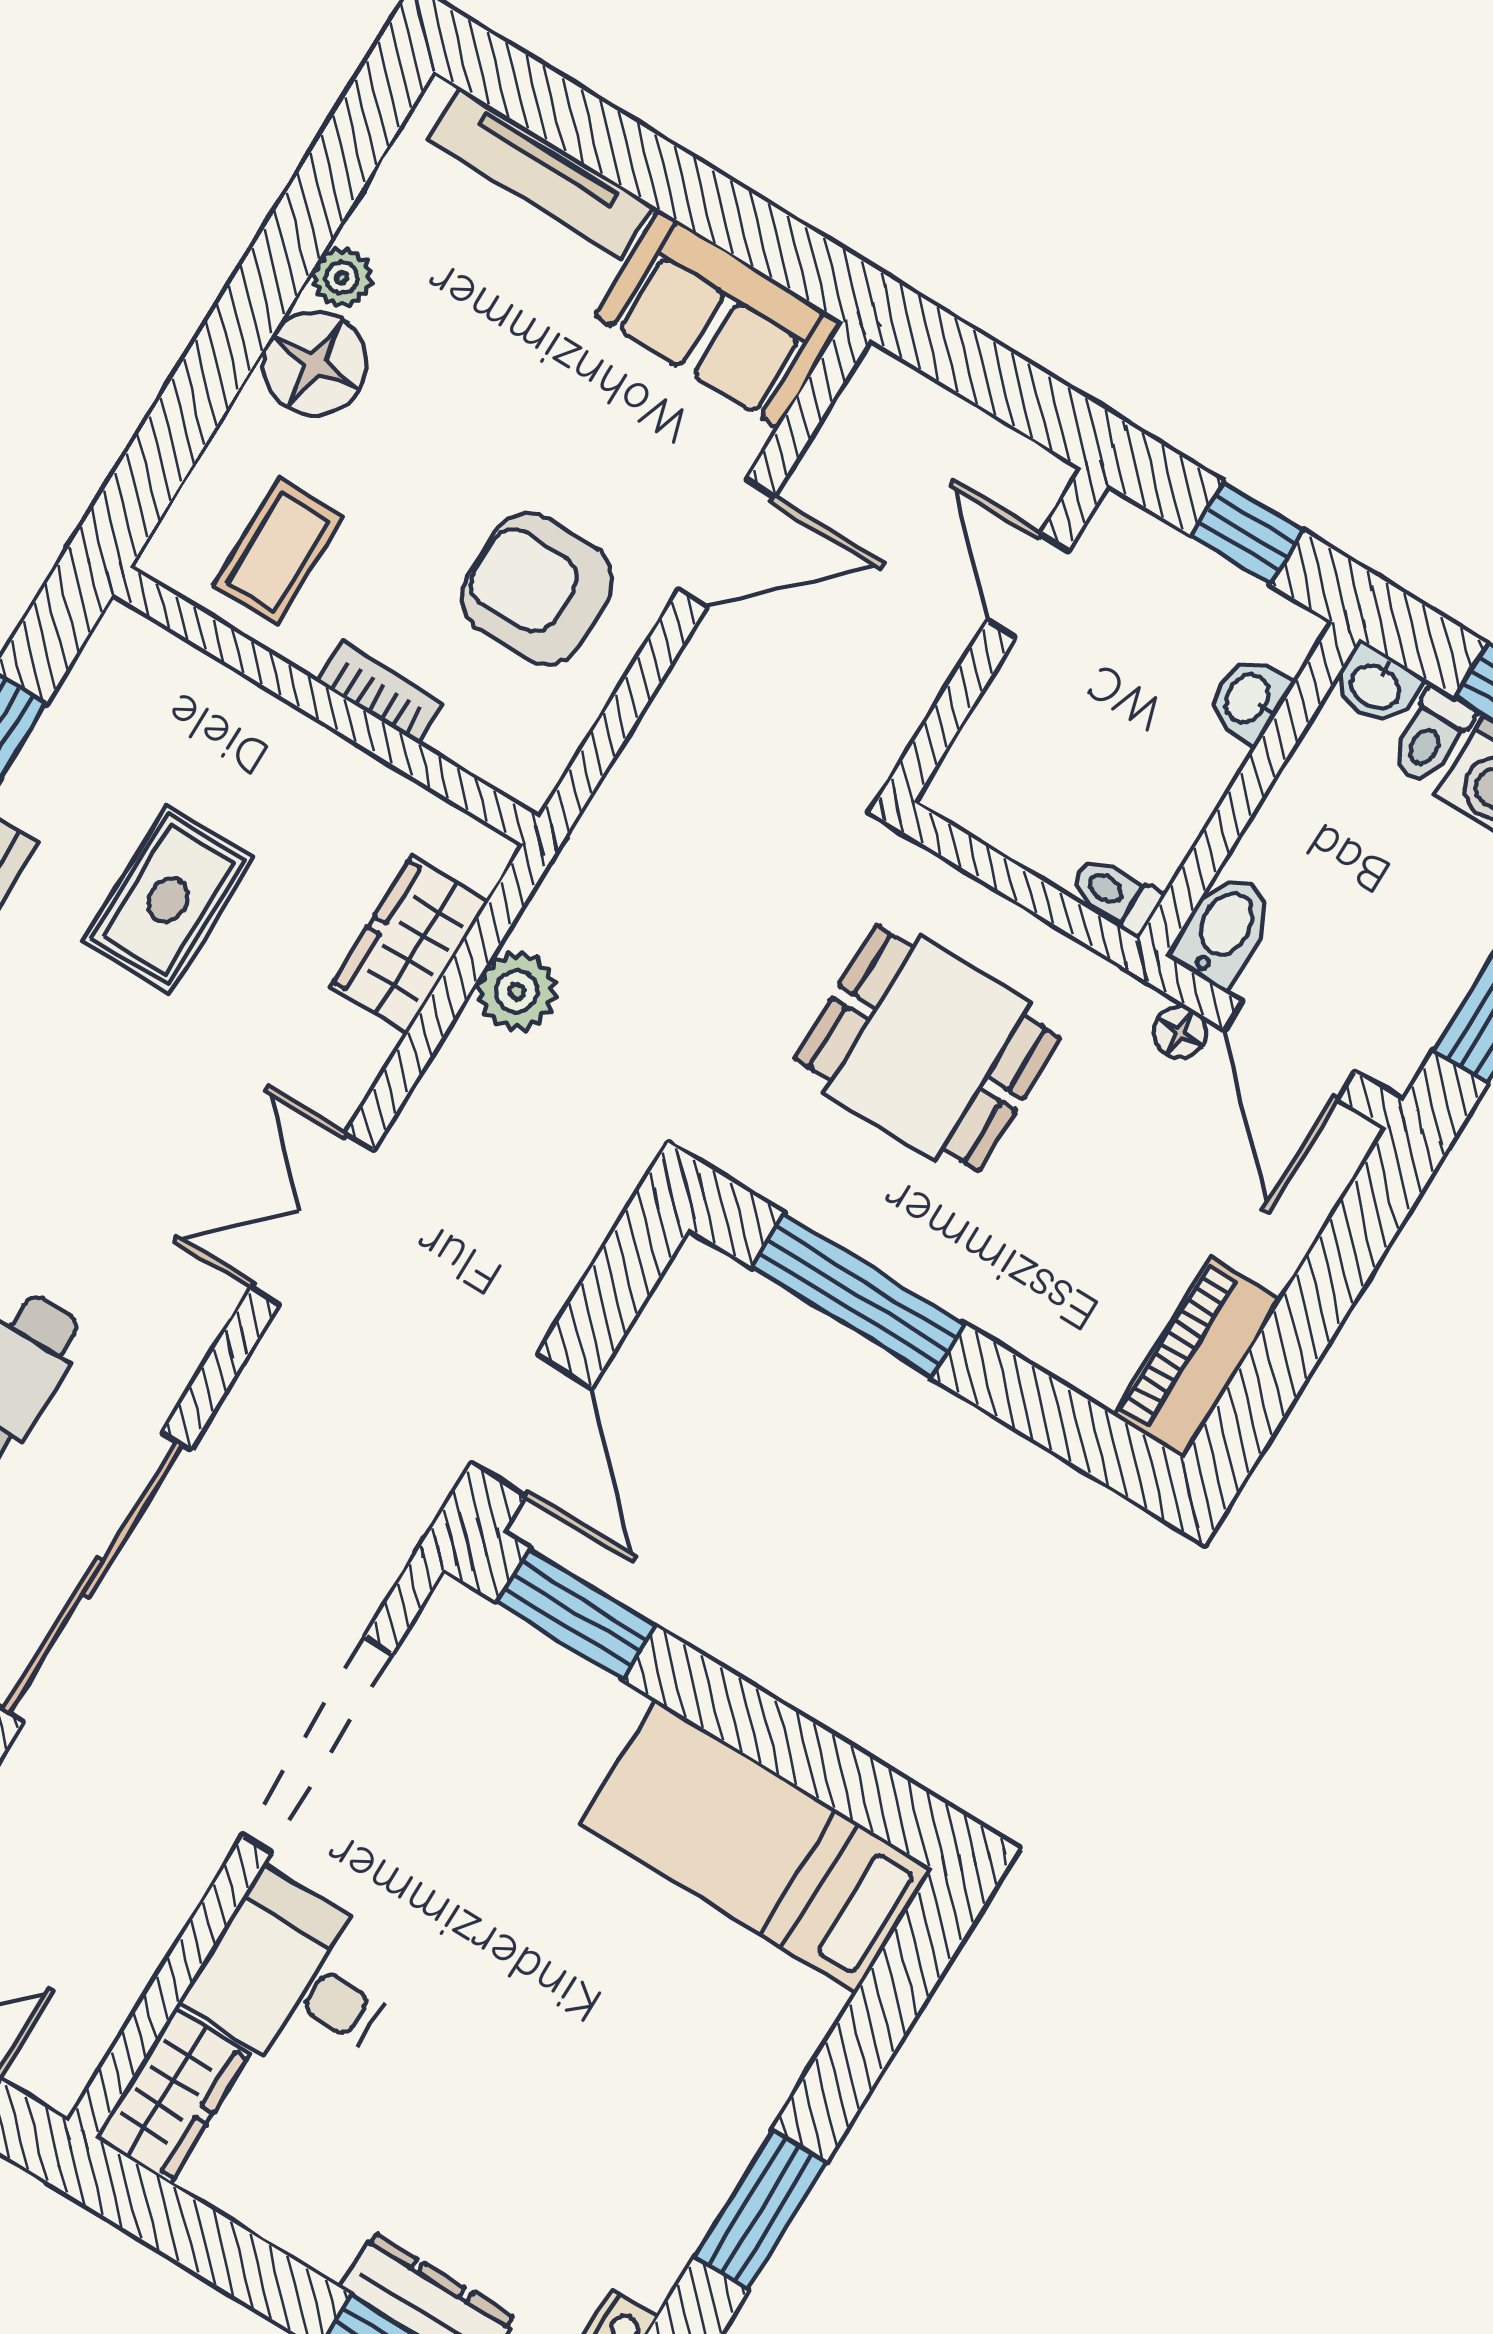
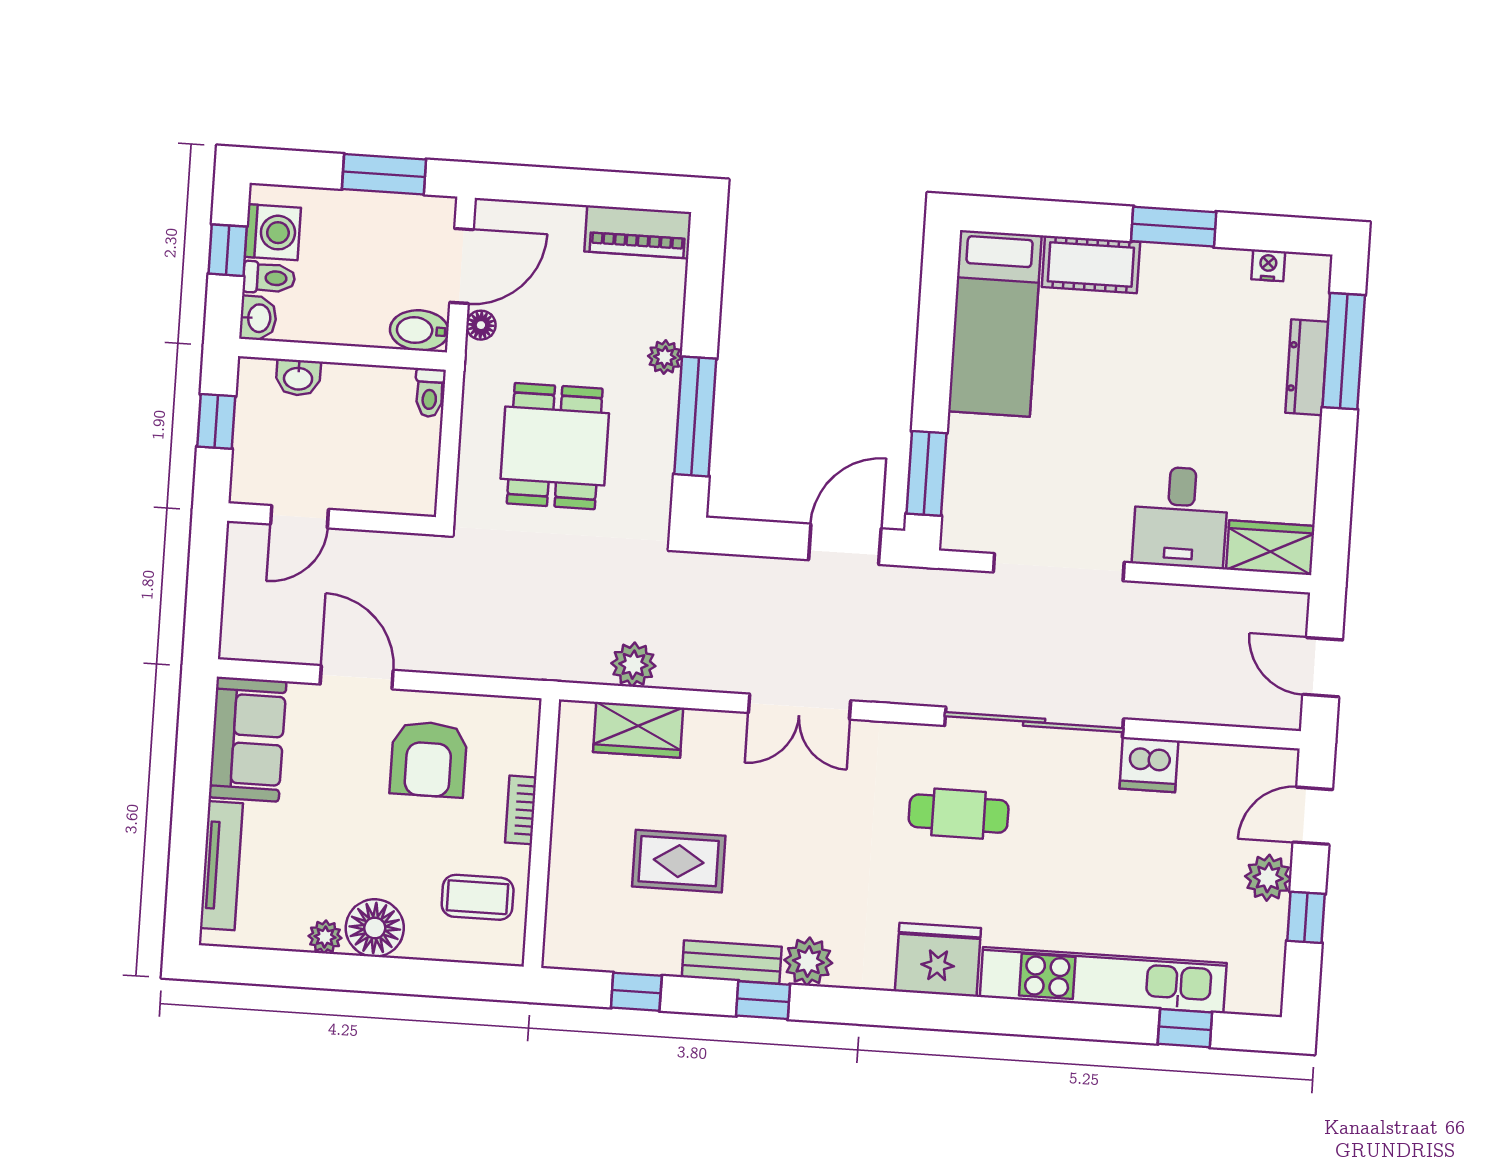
plant: (977, 1296) -> (665, 357), added
cot: (769, 2047) -> (1091, 264), added

